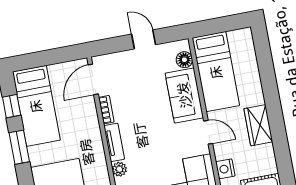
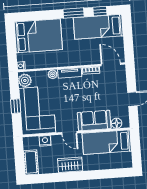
door: (208, 132) -> (69, 133), hinge flipped

